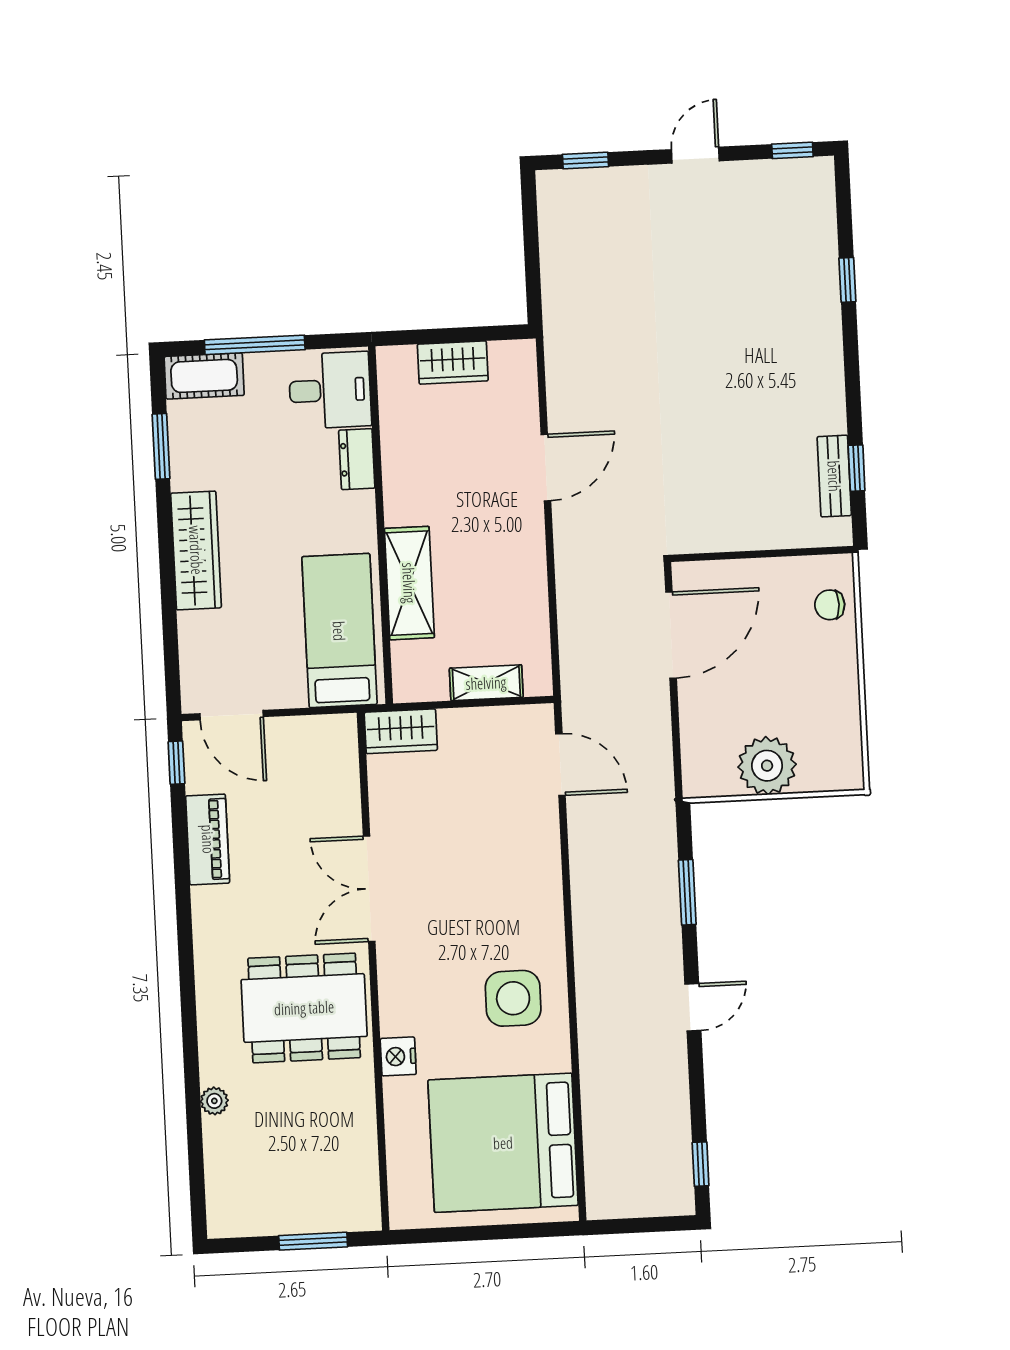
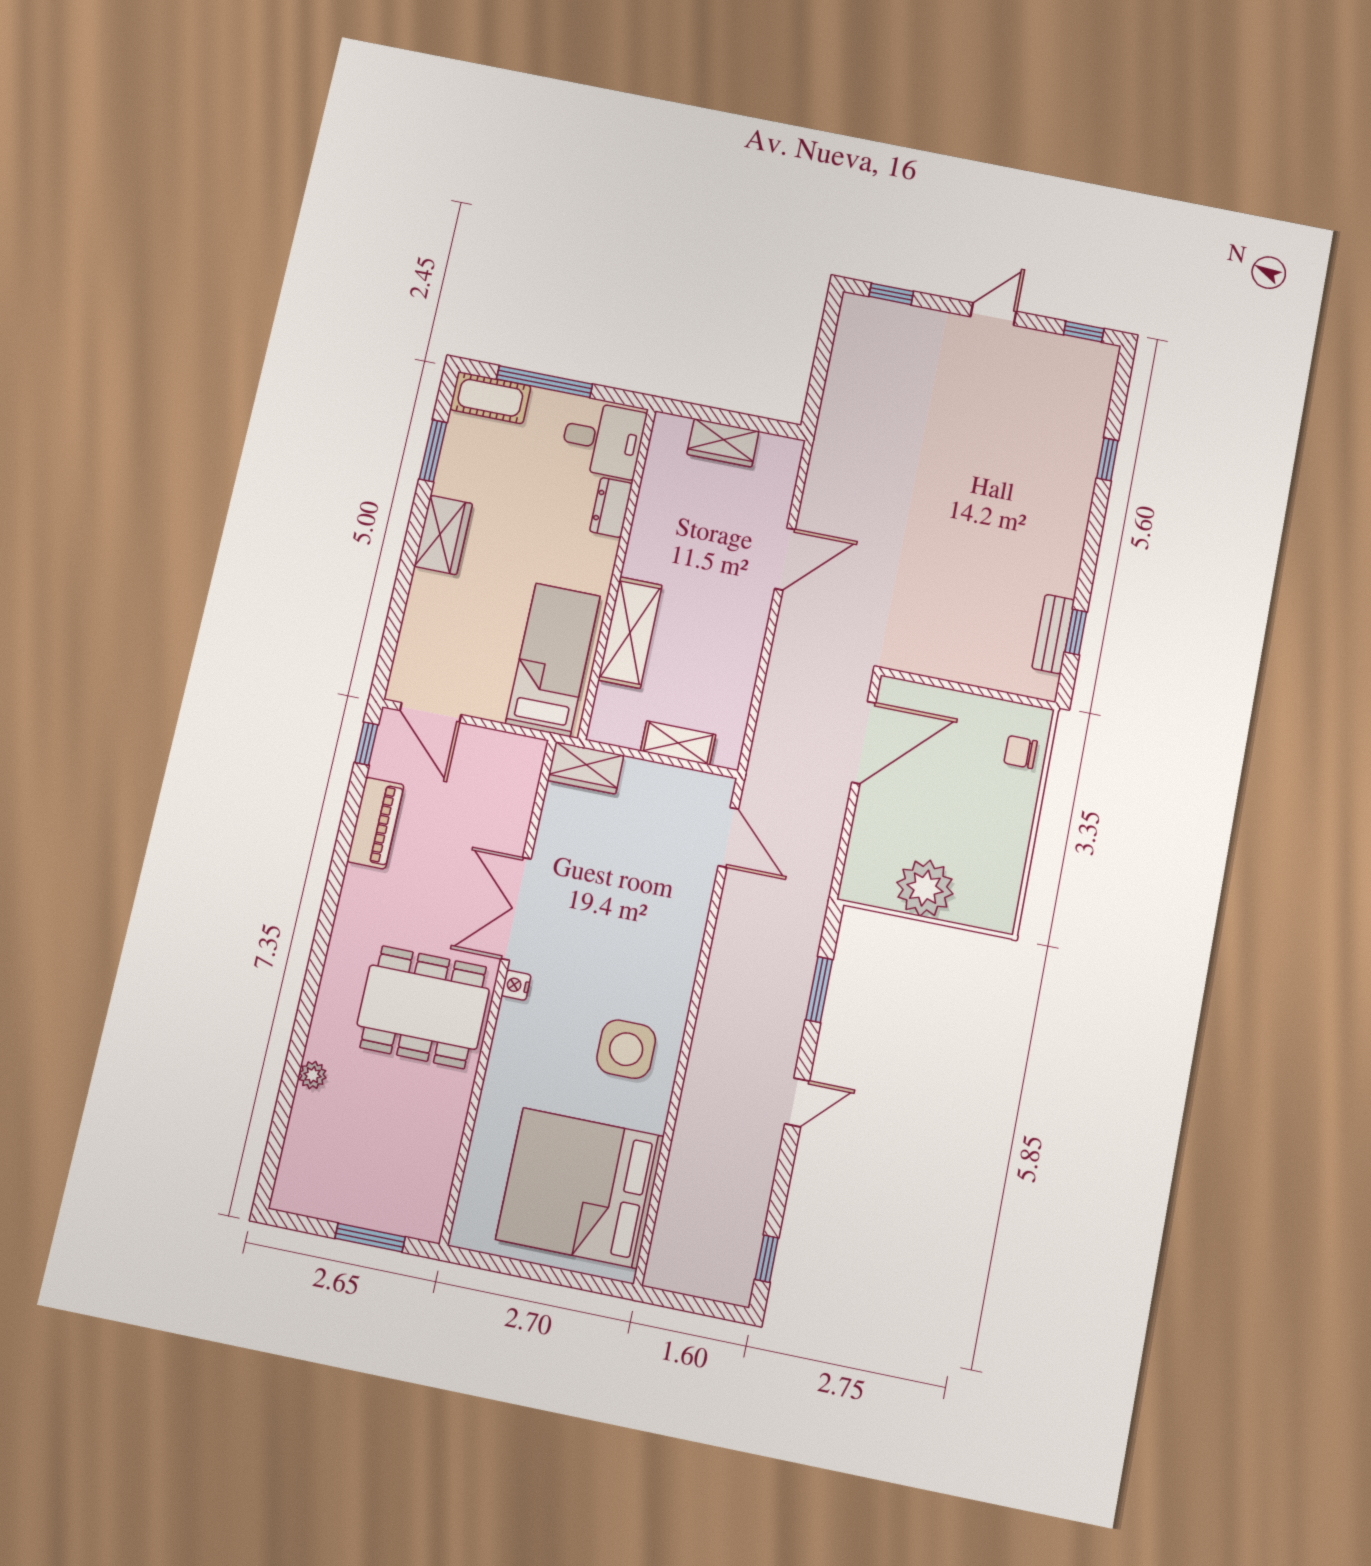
wardrobe: (196, 550) -> (443, 535), width x0.67
nightstand: (398, 1056) -> (516, 985), moved, width x0.72, depth x0.74

